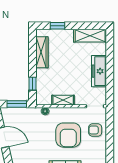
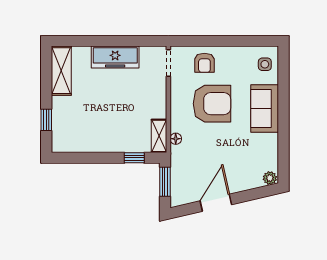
wardrobe: (42, 52) -> (87, 144), removed
shelving: (63, 100) -> (159, 136), moved

